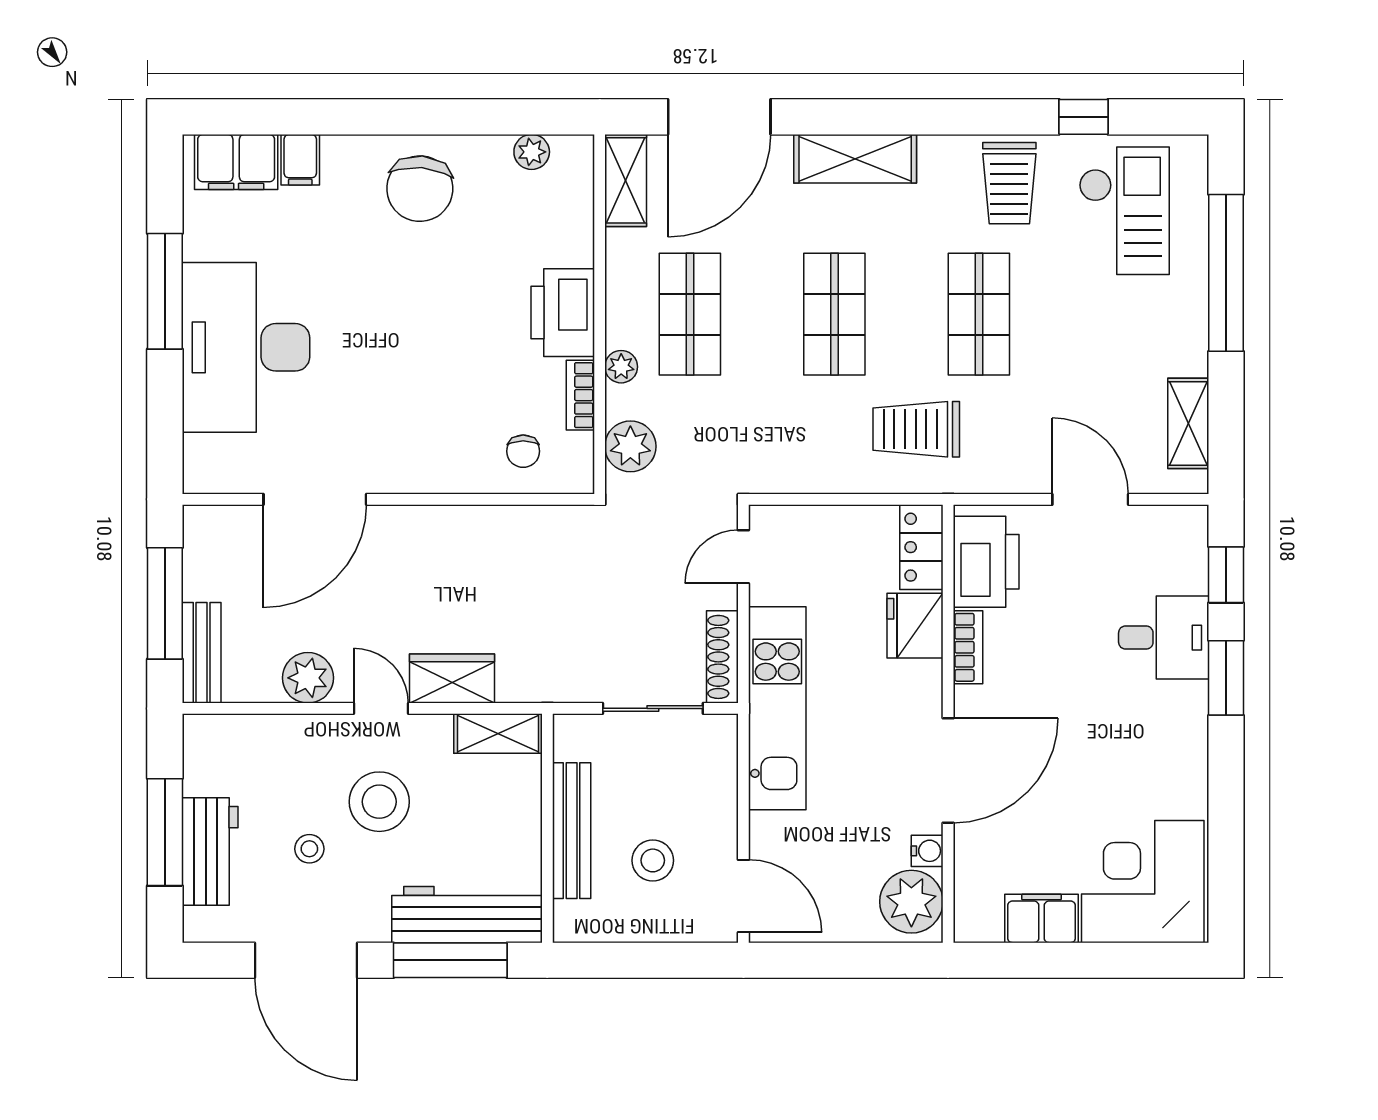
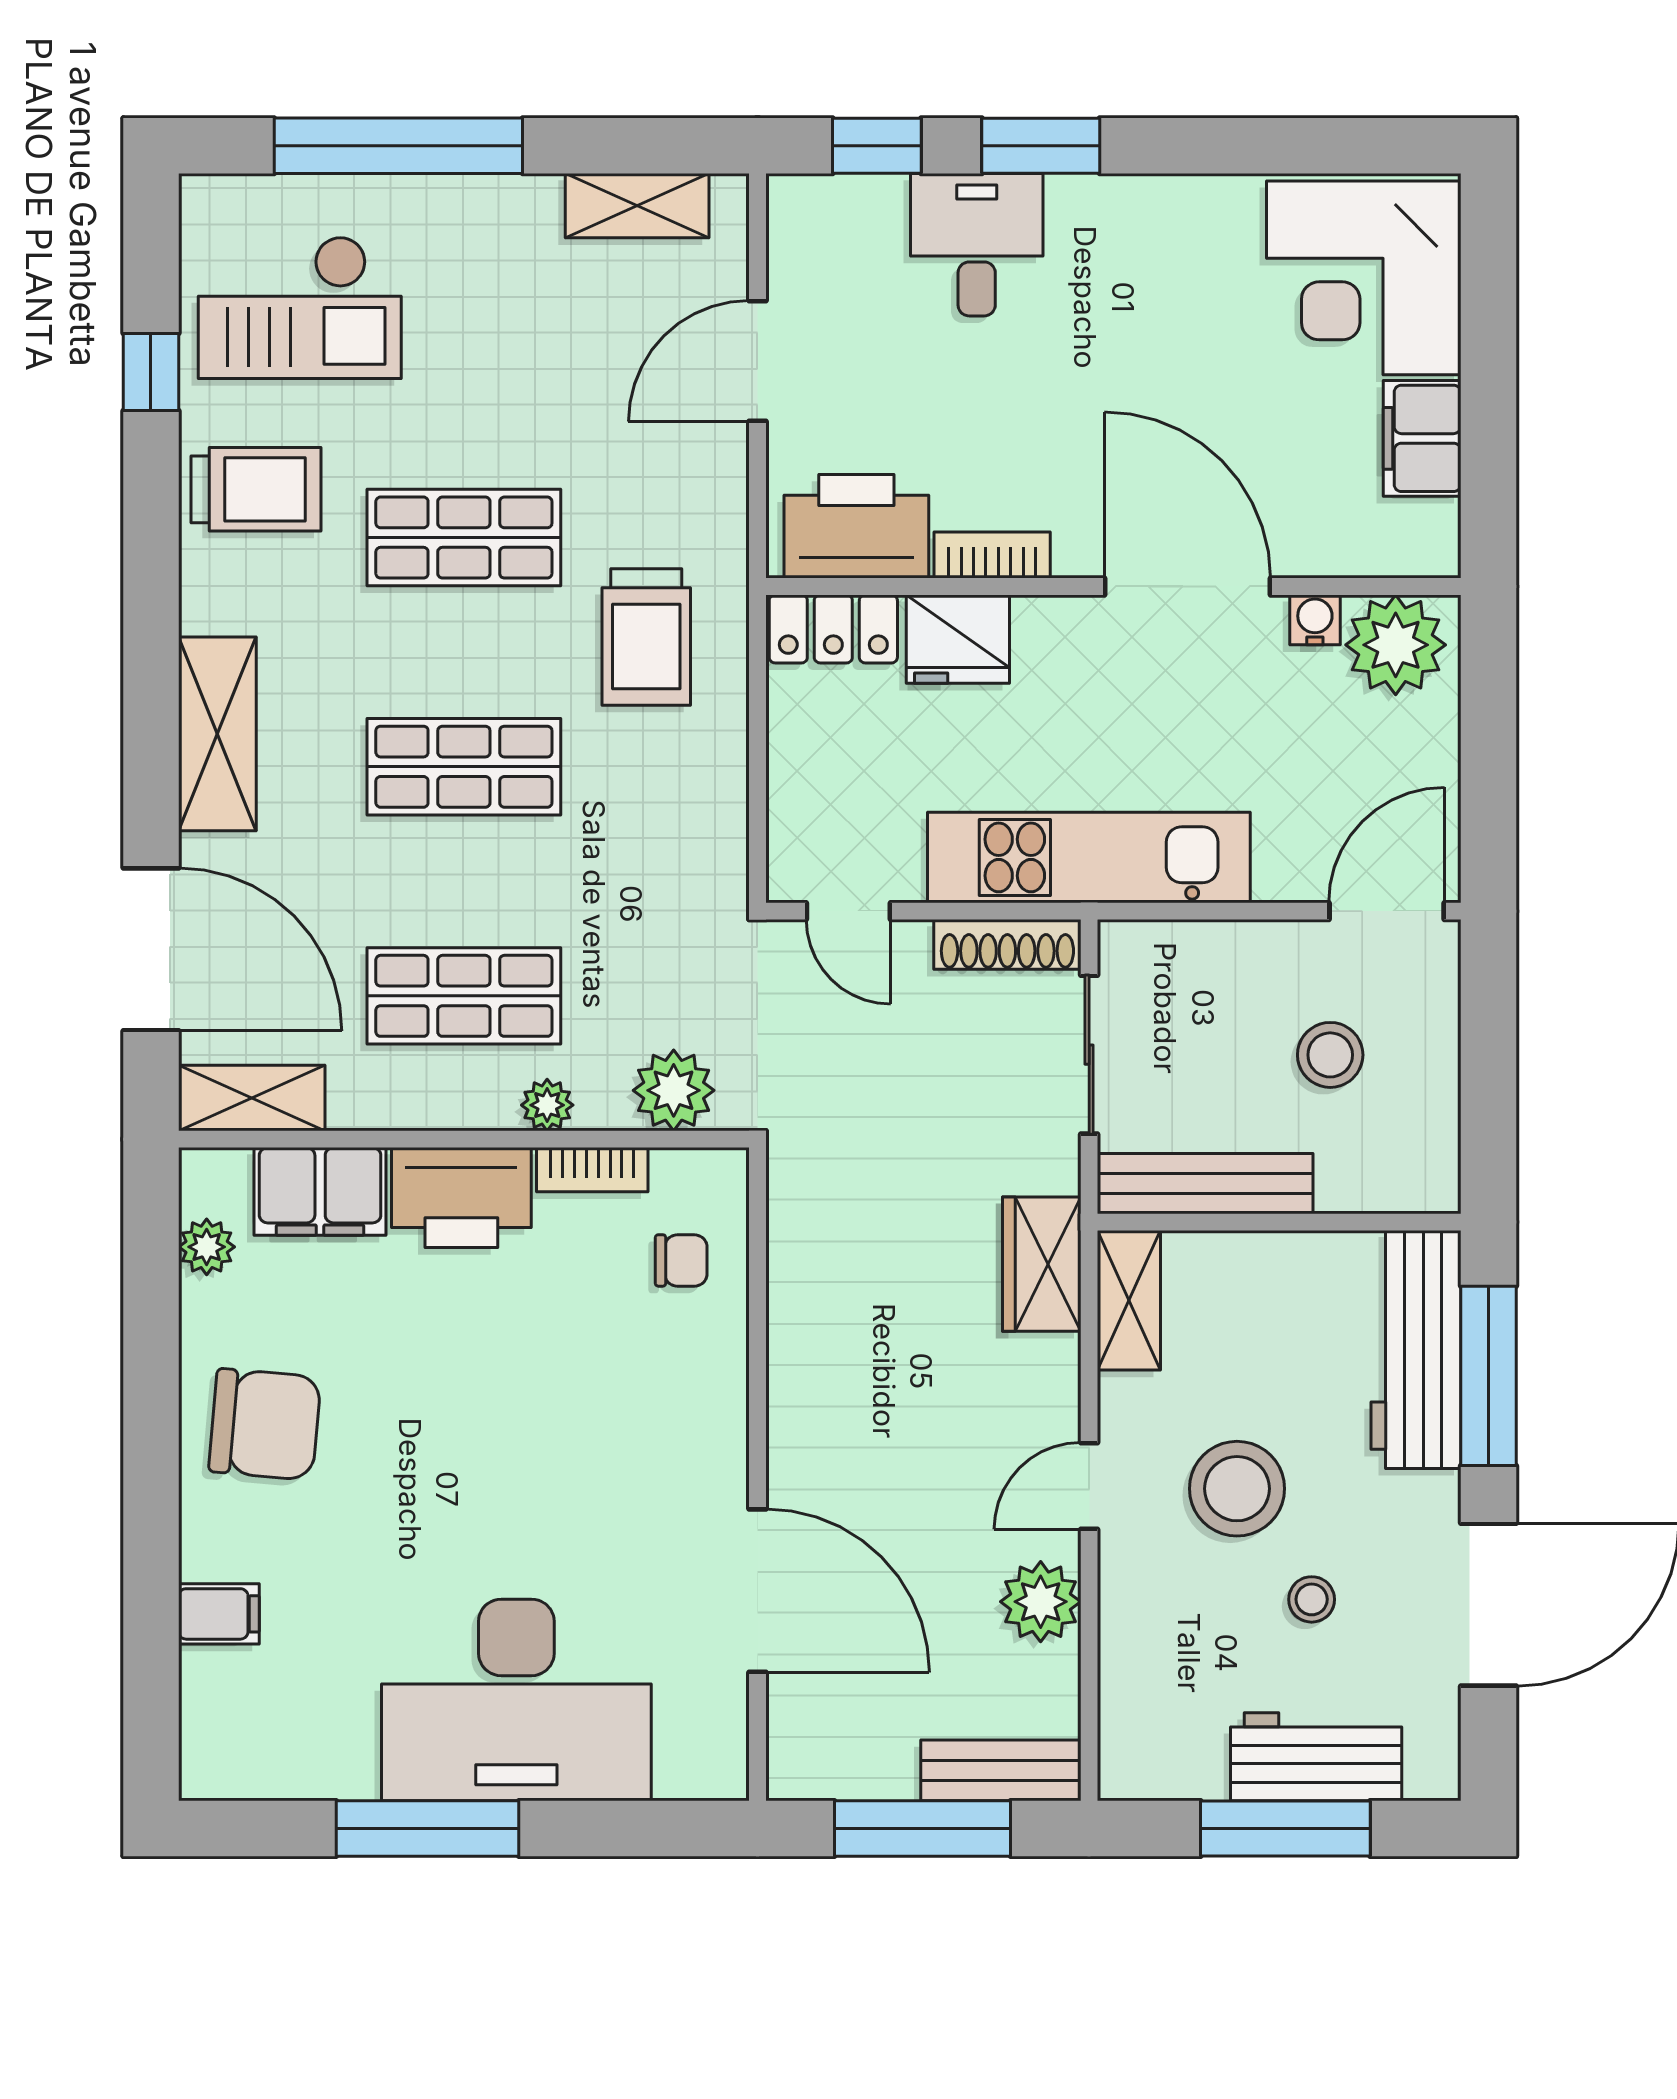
filing cabinet: (236, 162) -> (320, 1191), moved, turned 90
checkout: (1124, 211) -> (300, 307), turned 180
wardrobe: (452, 679) -> (1042, 1264), moved
bench: (572, 831) -> (1205, 1184), moved

